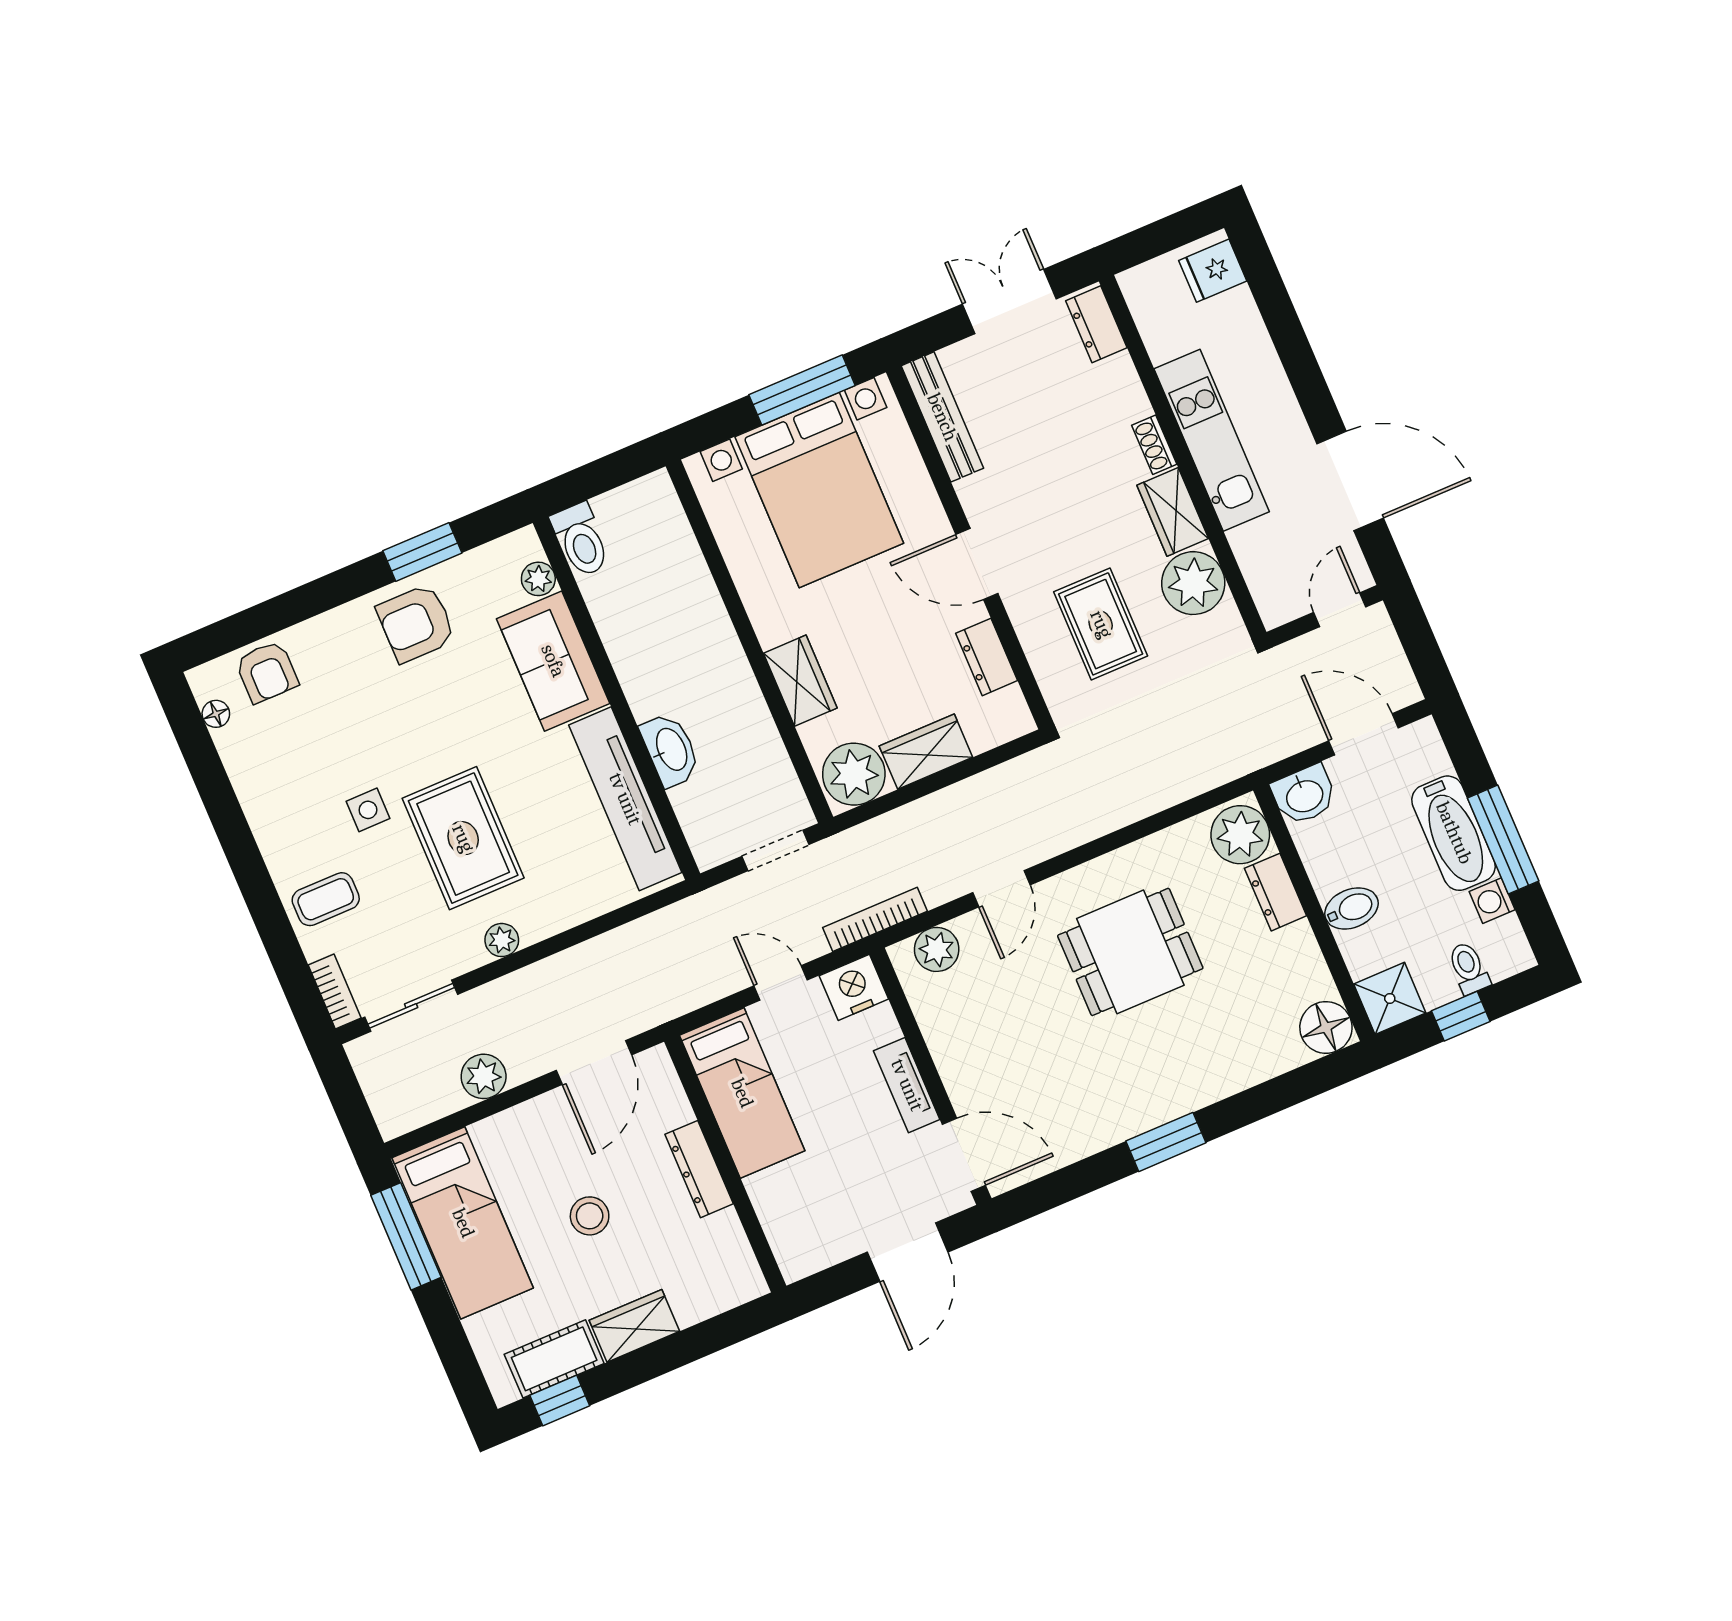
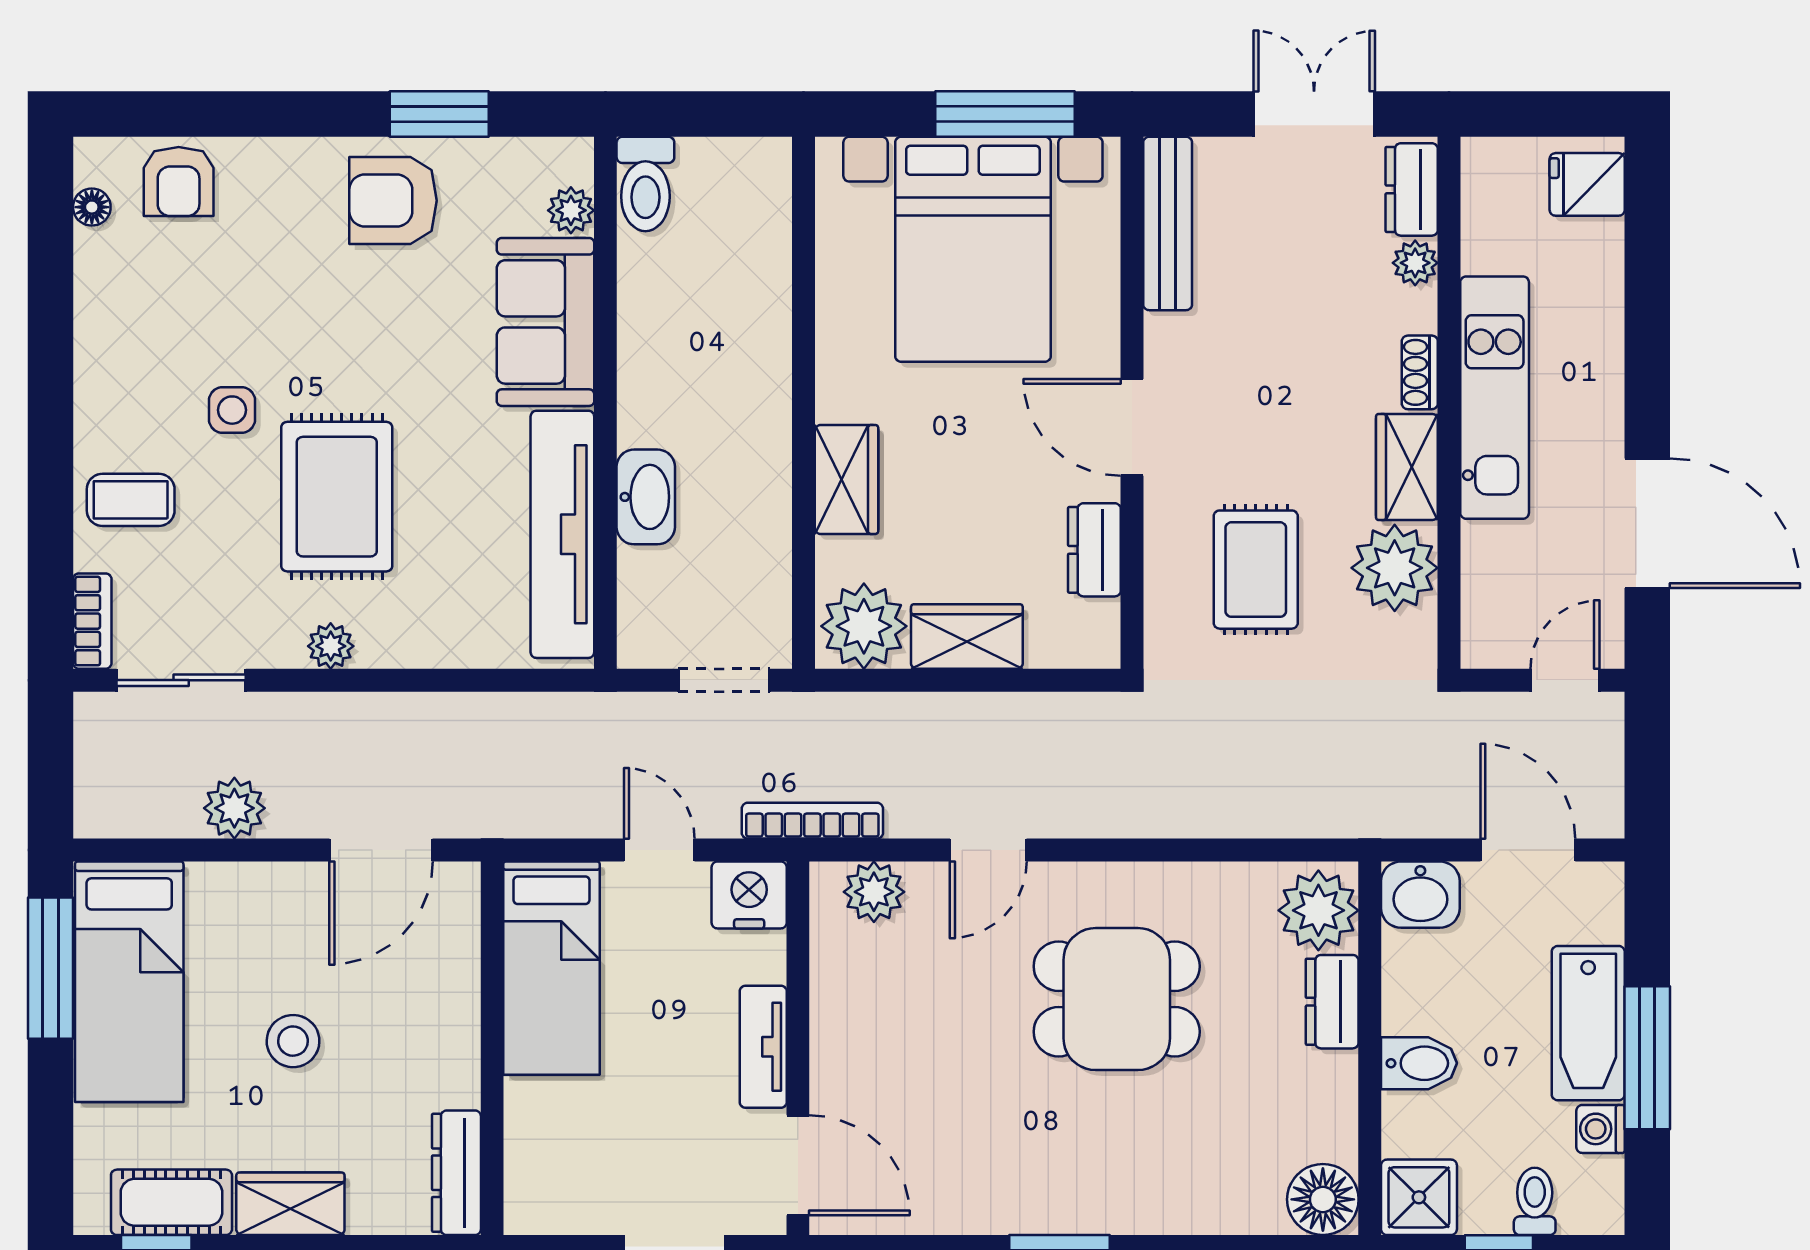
plant: (1120, 373) -> (1415, 263), added
dresser: (699, 1169) -> (456, 1173), moved

